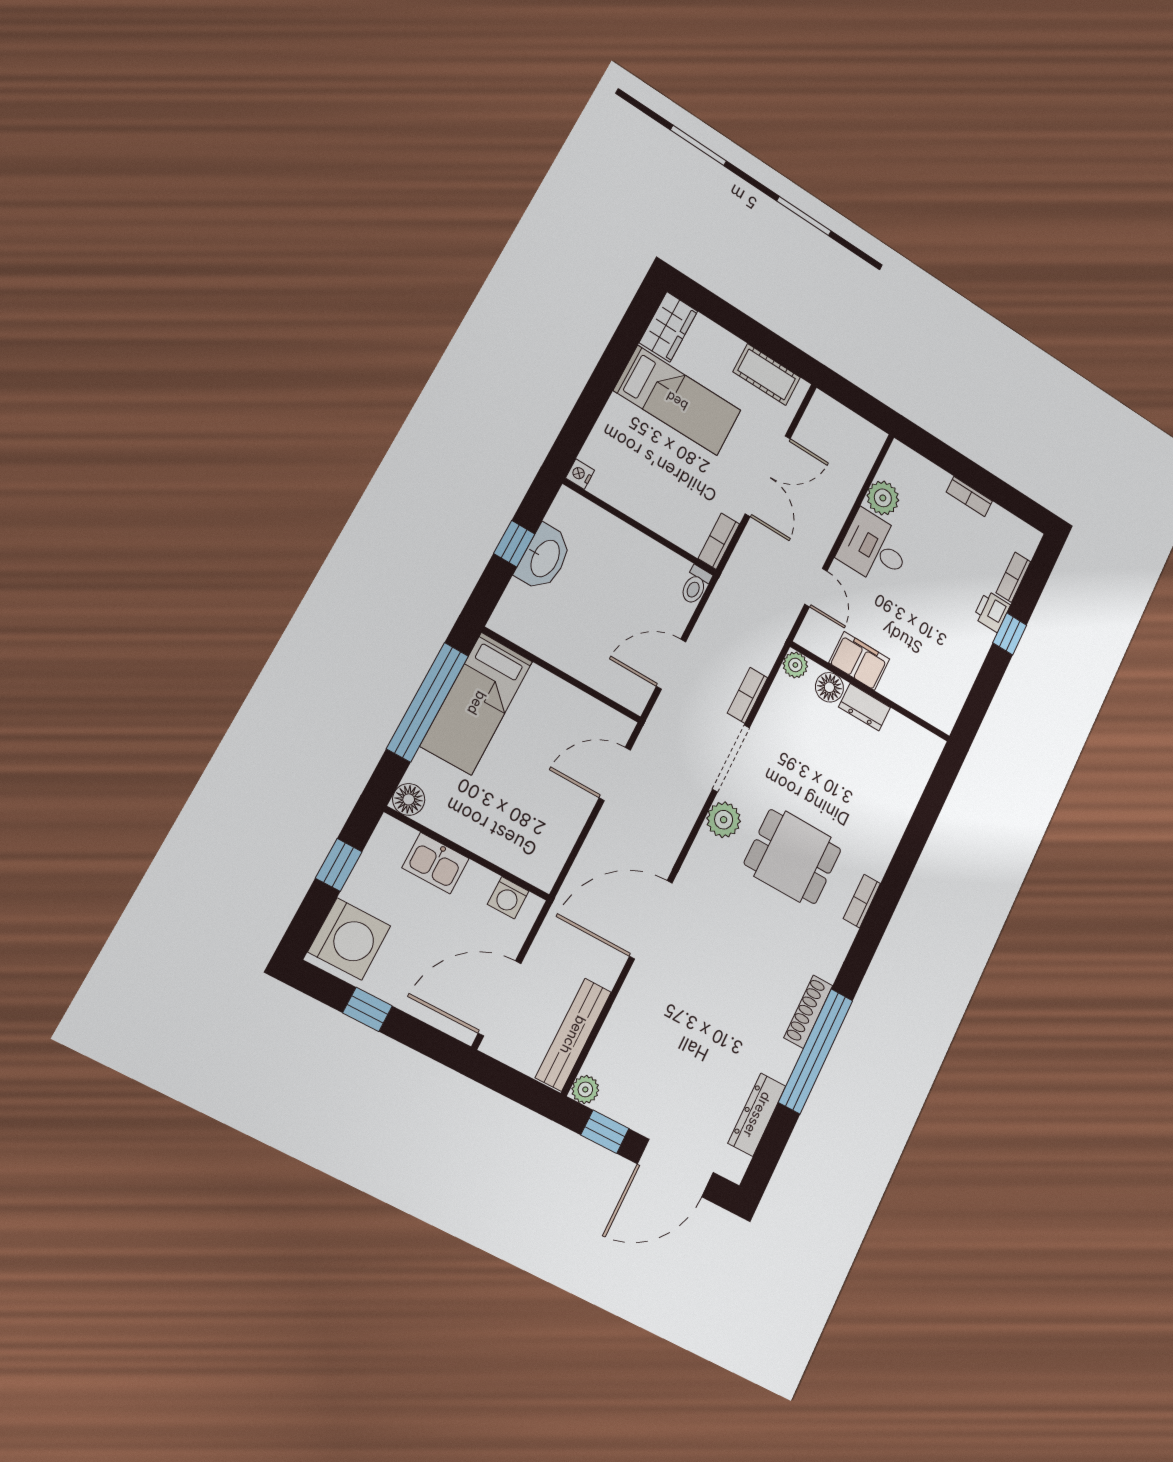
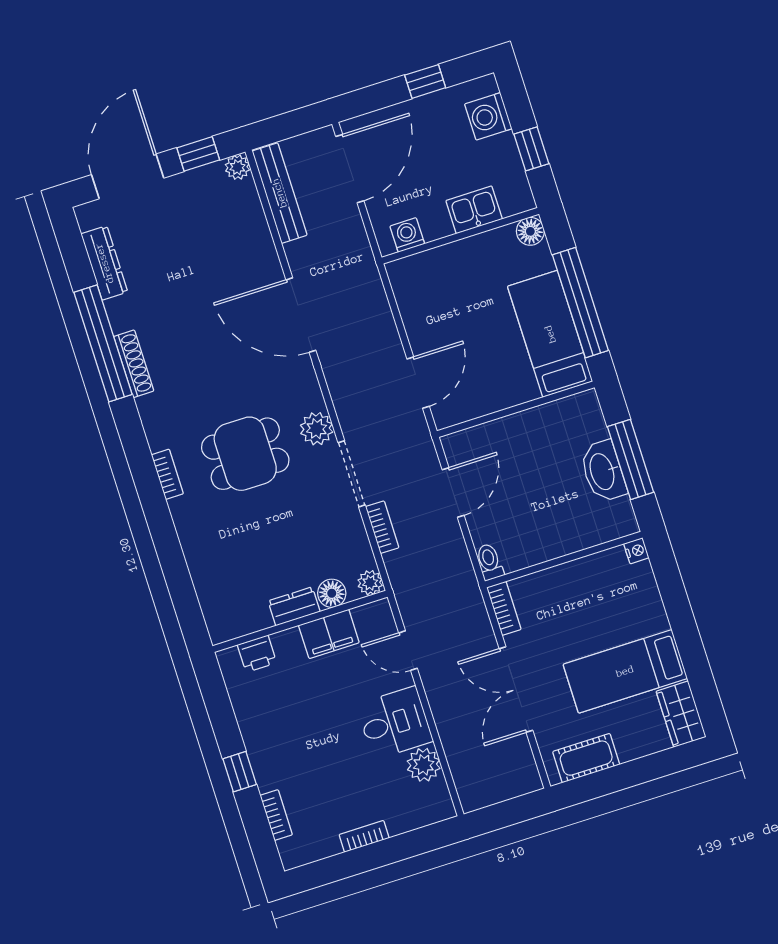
window: (514, 544) -> (630, 459), width x2.17
printer: (992, 611) -> (257, 654), moved, turned 90
door: (651, 920) -> (301, 315), swing flipped
washing machine: (349, 939) -> (488, 116), width x0.73, depth x0.73

